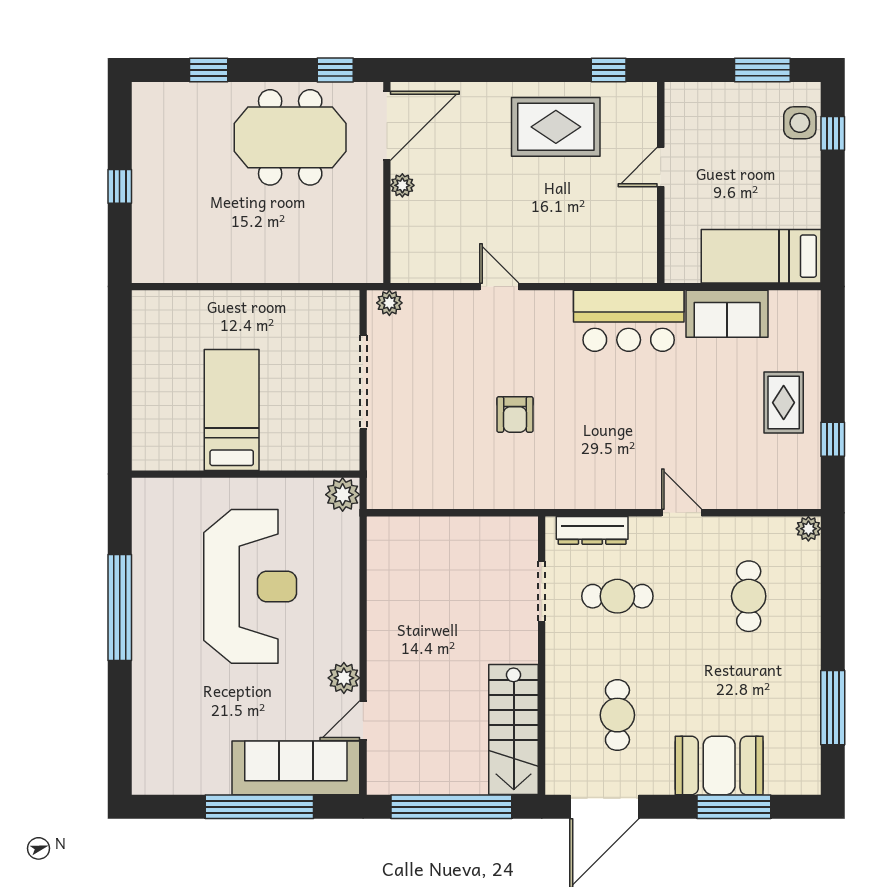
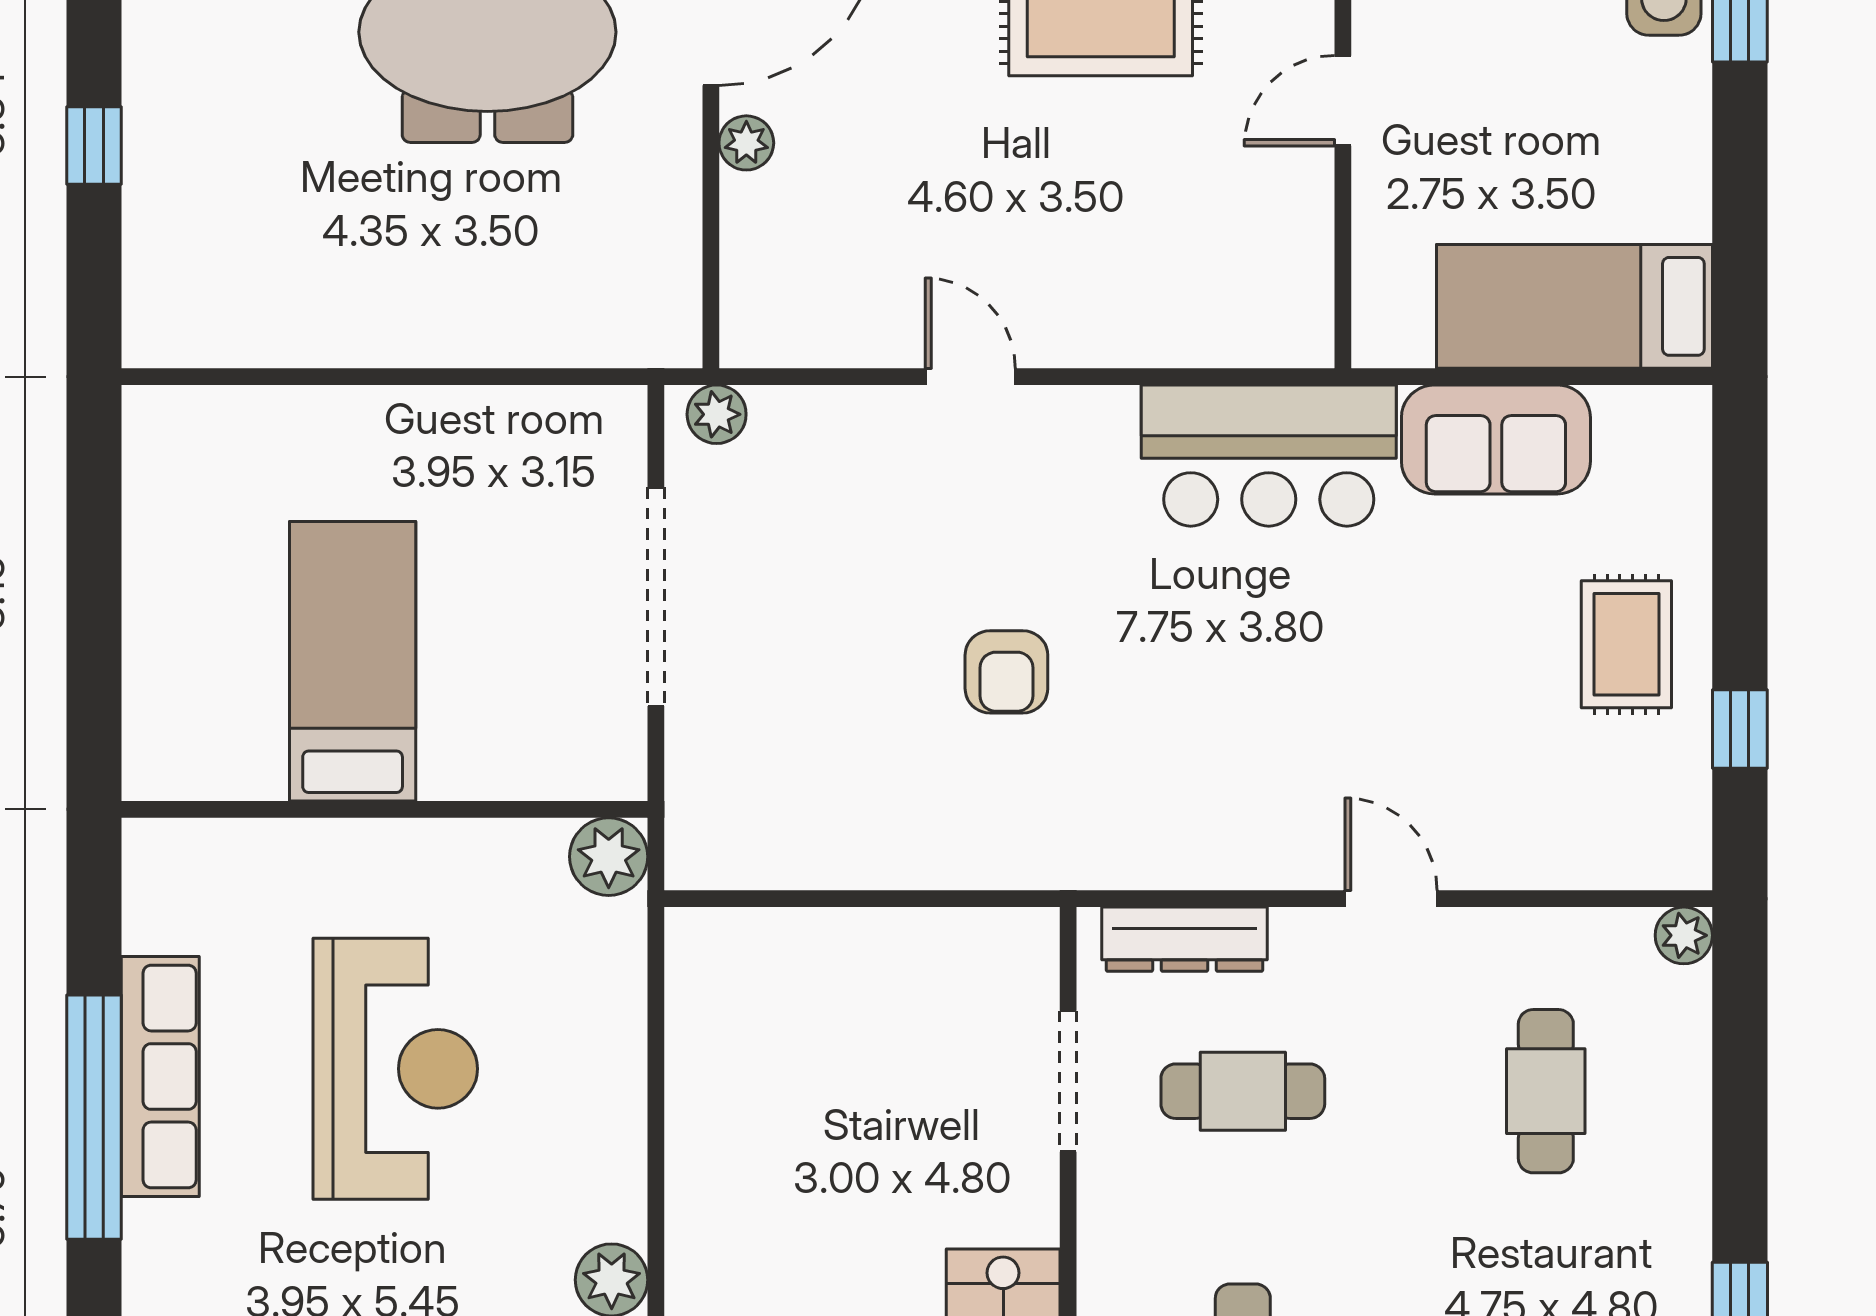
reception desk: (250, 586) -> (395, 1069), width x0.74, depth x0.77
row of seats: (148, 590) -> (160, 1076), added

